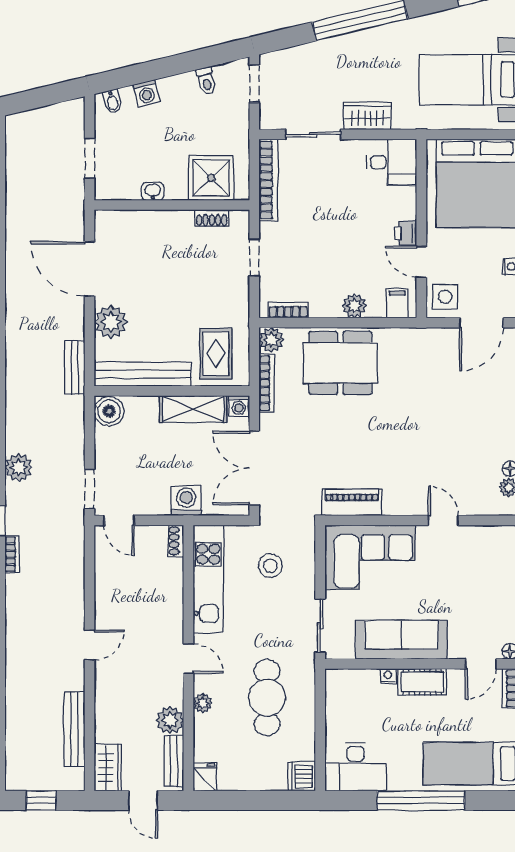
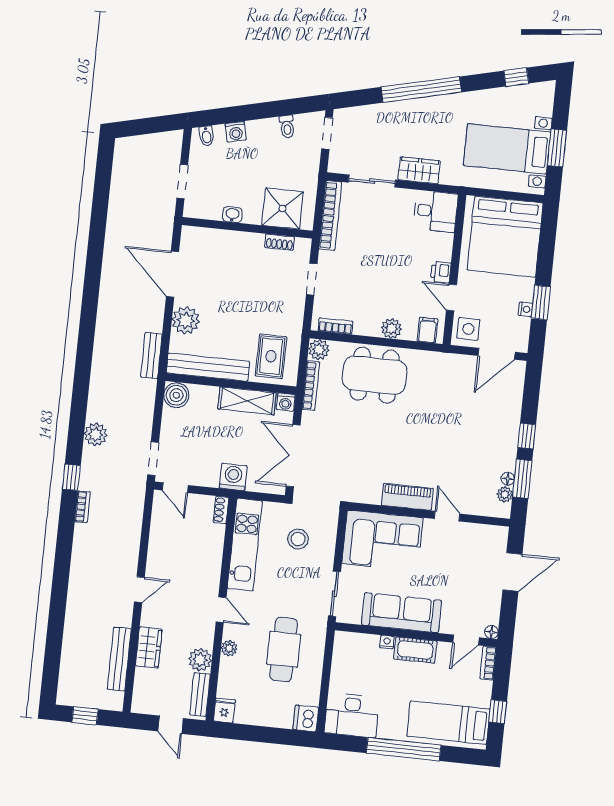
piano: (352, 502) -> (407, 497), moved
wardrobe: (108, 768) -> (149, 647), moved

